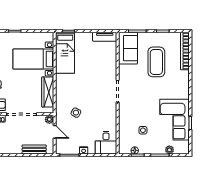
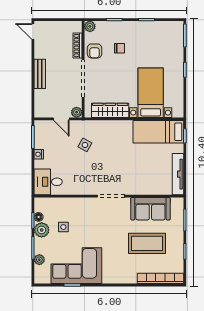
tv unit: (105, 37) -> (178, 174), width x1.41
sofa: (128, 48) -> (150, 209), moved
door: (55, 132) -> (61, 119), hinge flipped
plant: (145, 148) -> (42, 230), added
bench: (34, 149) -> (40, 74), moved

